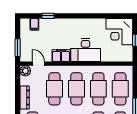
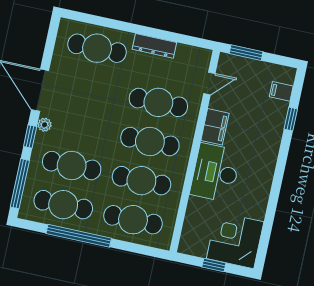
plant: (25, 71) -> (202, 57), removed

